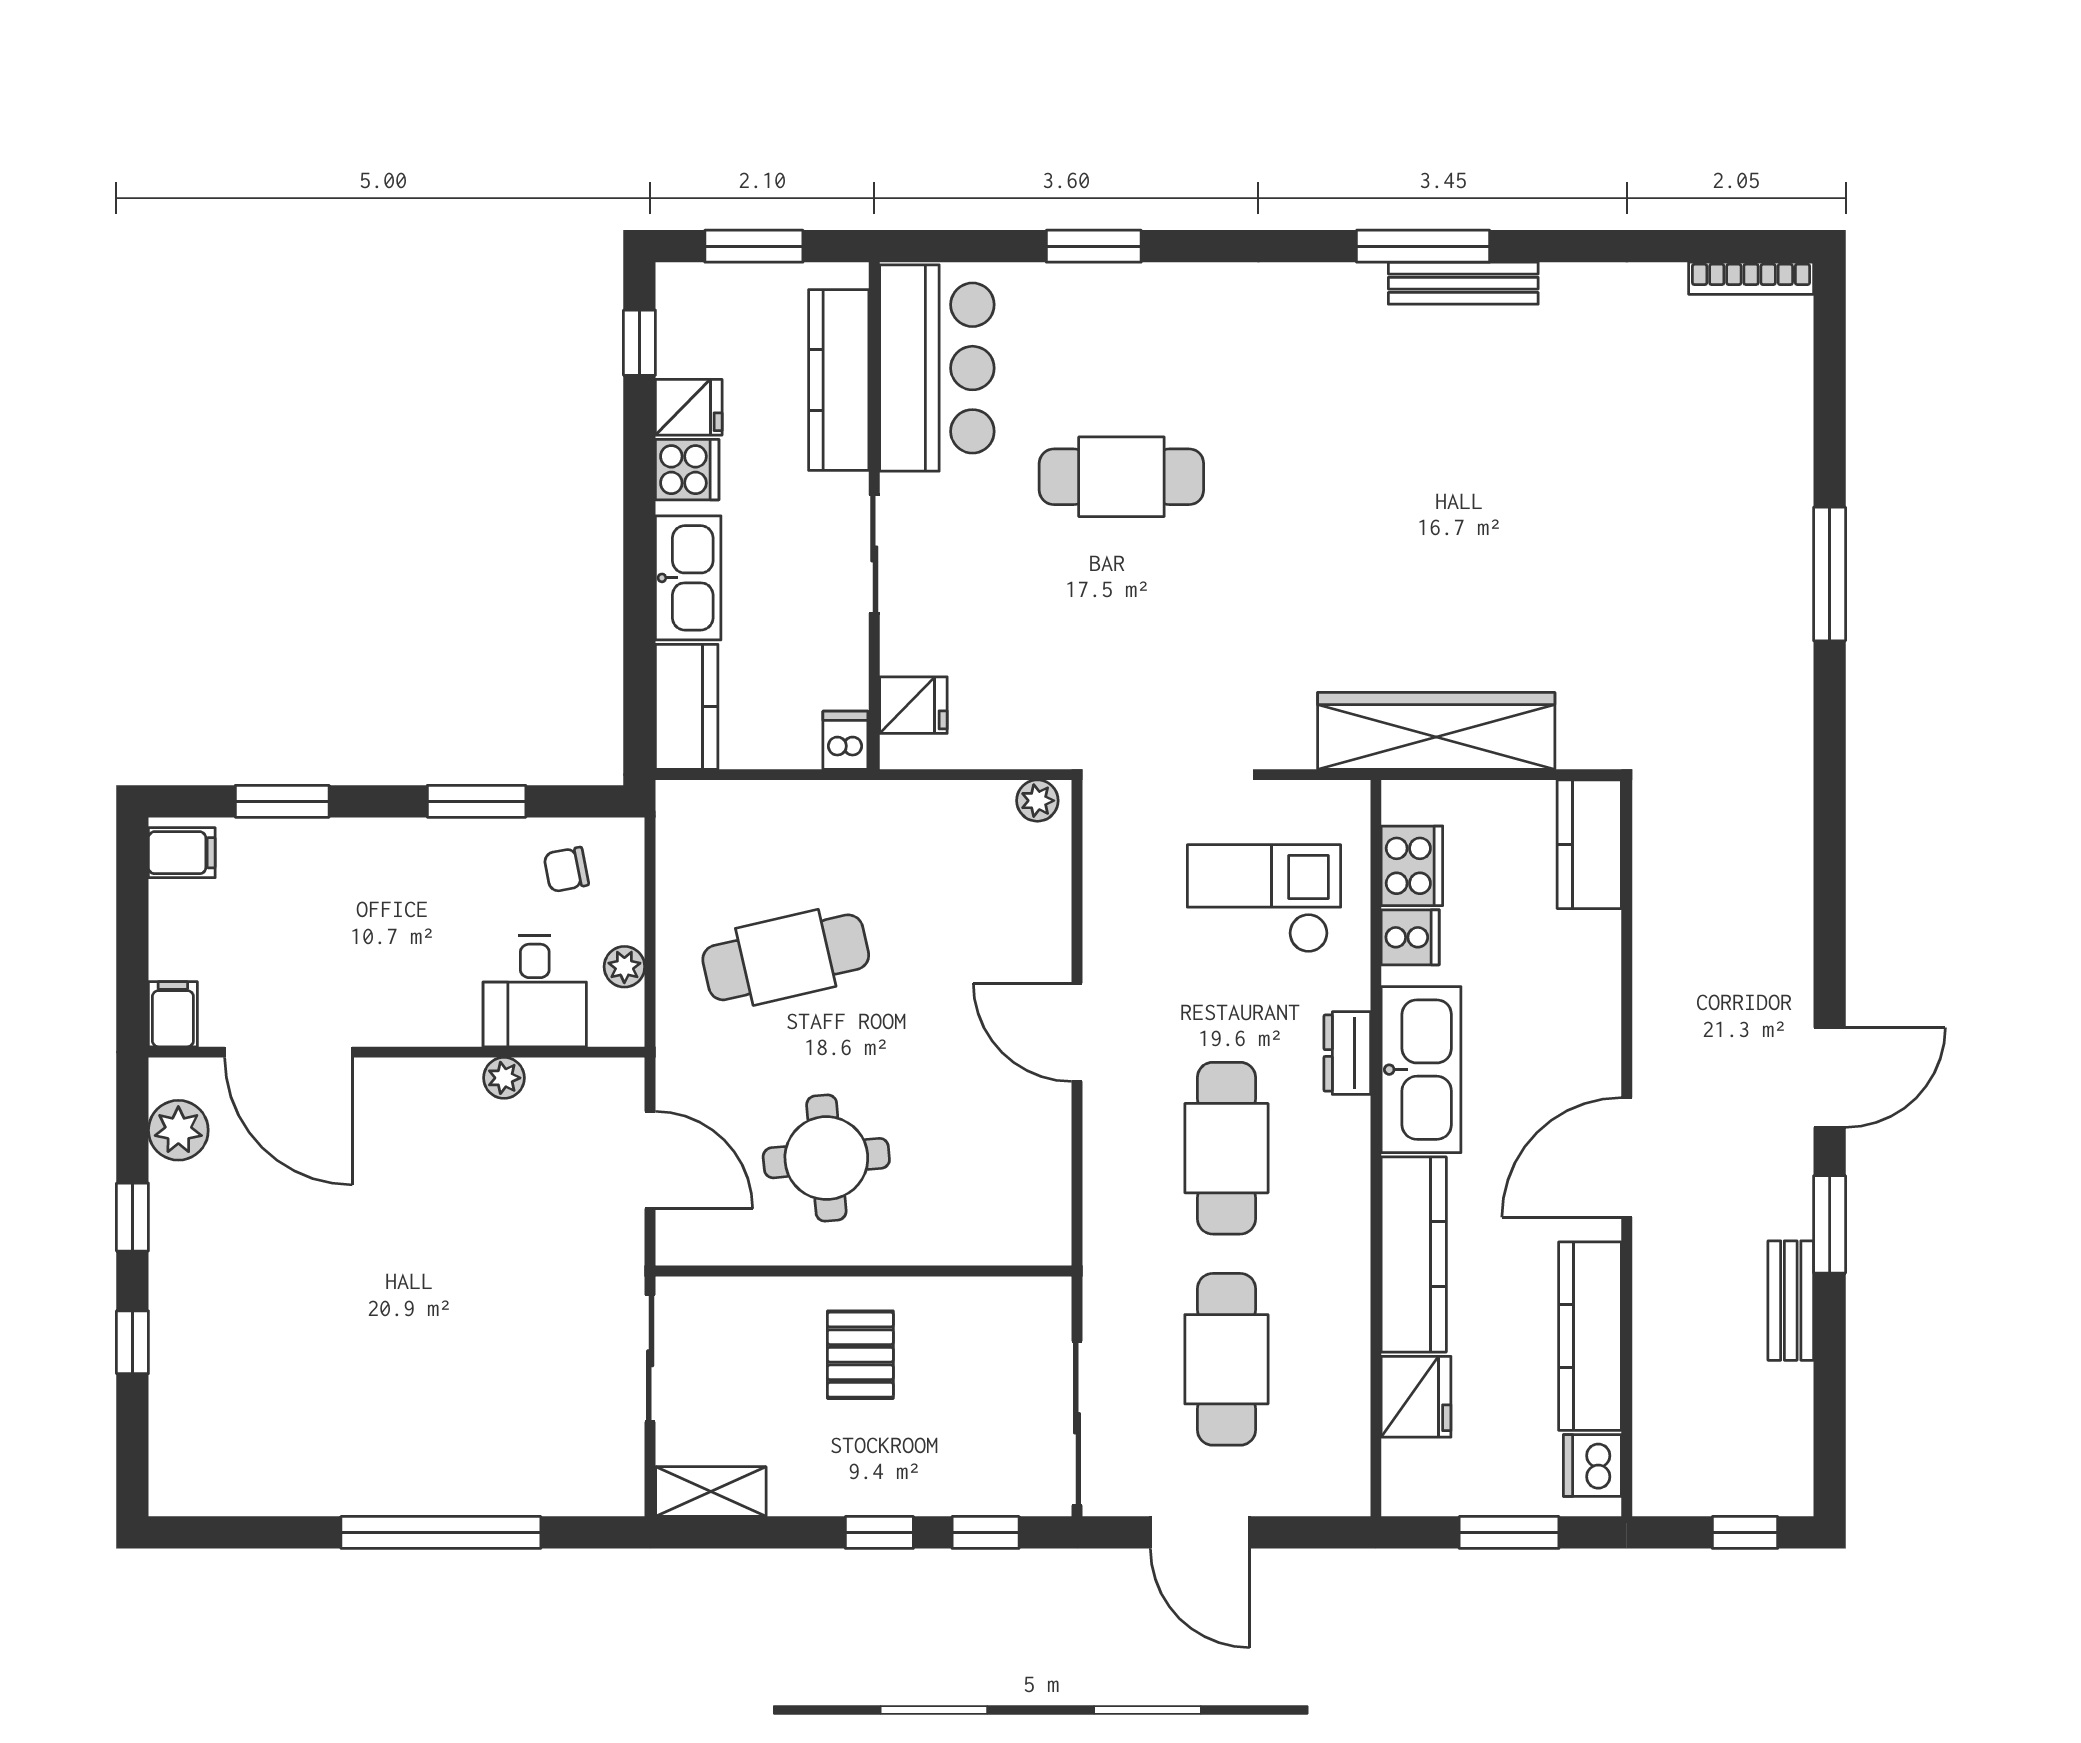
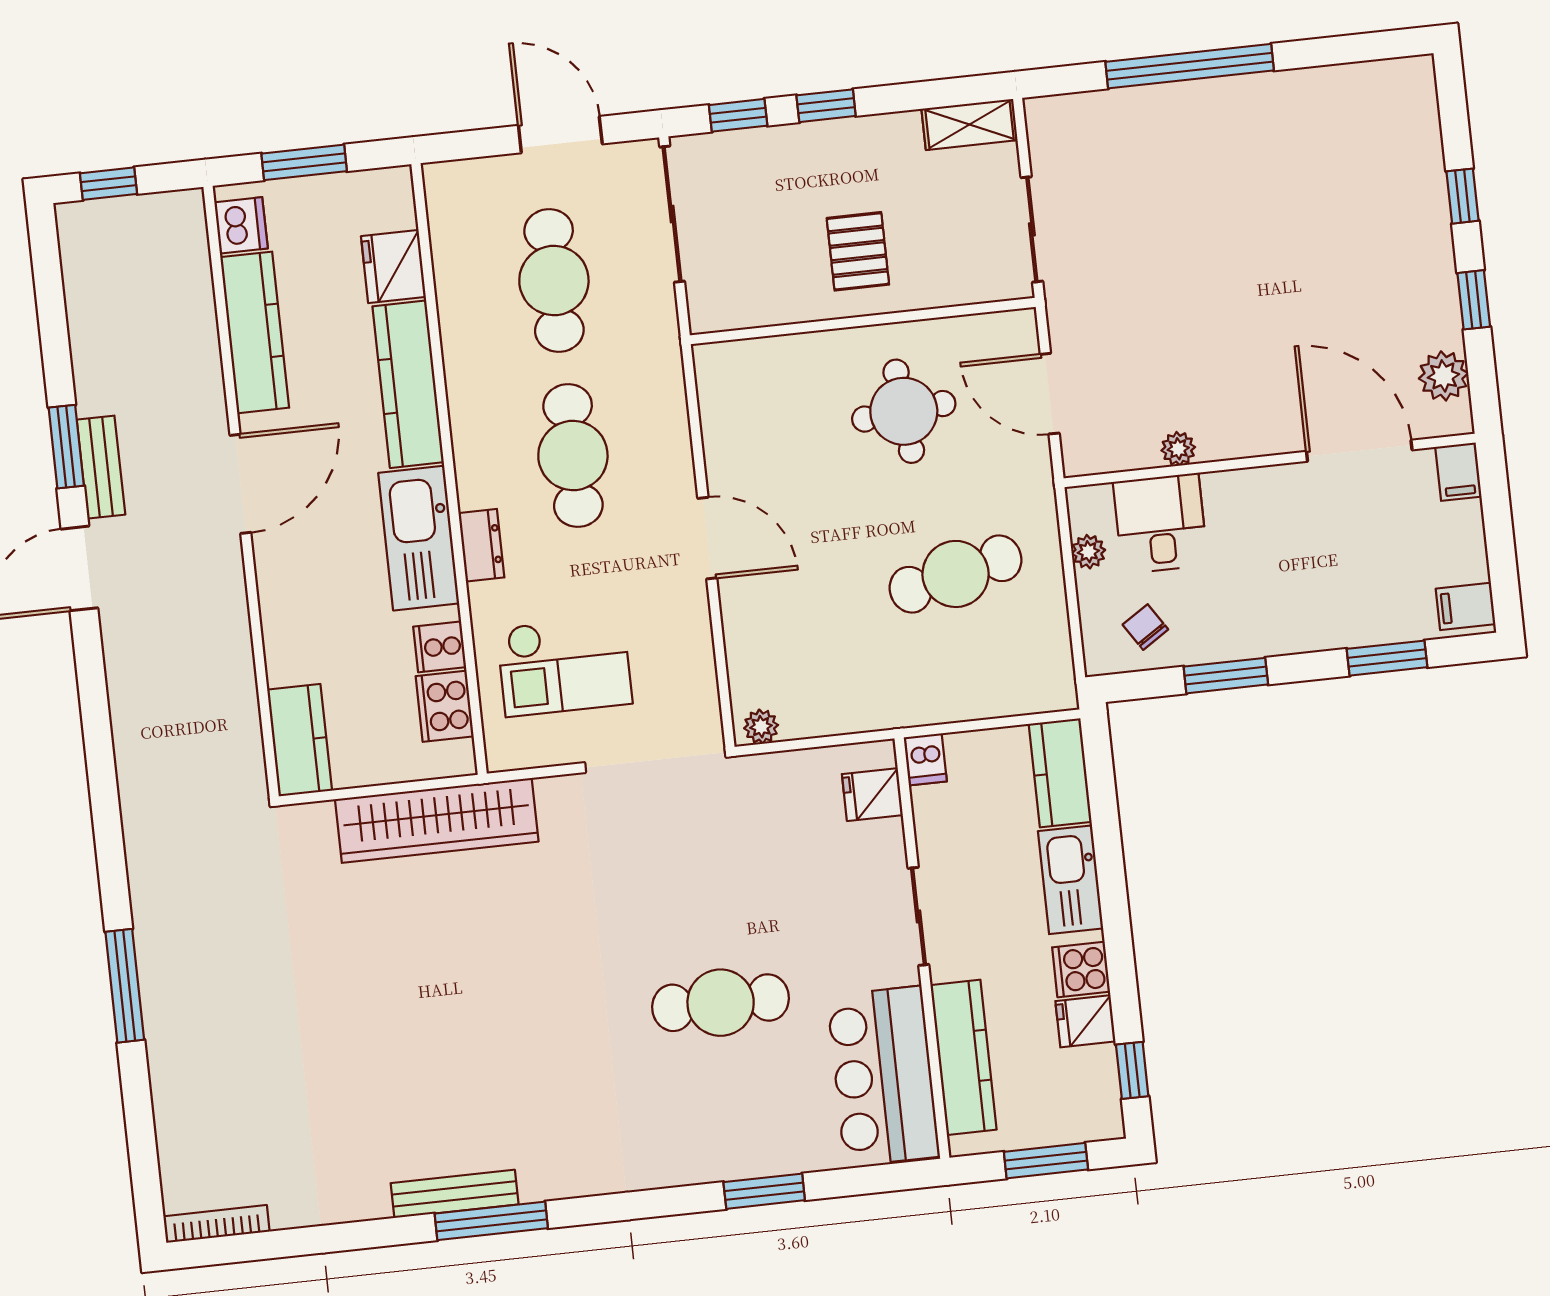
chair: (566, 870) -> (1145, 627), turned -112
bench: (1791, 1301) -> (101, 467), moved

